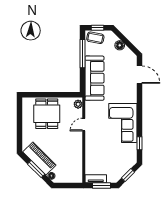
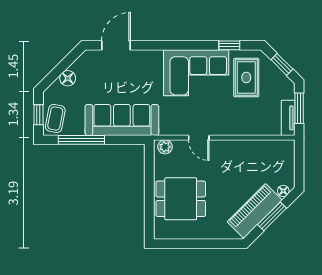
rug: (120, 153) -> (246, 78), added

